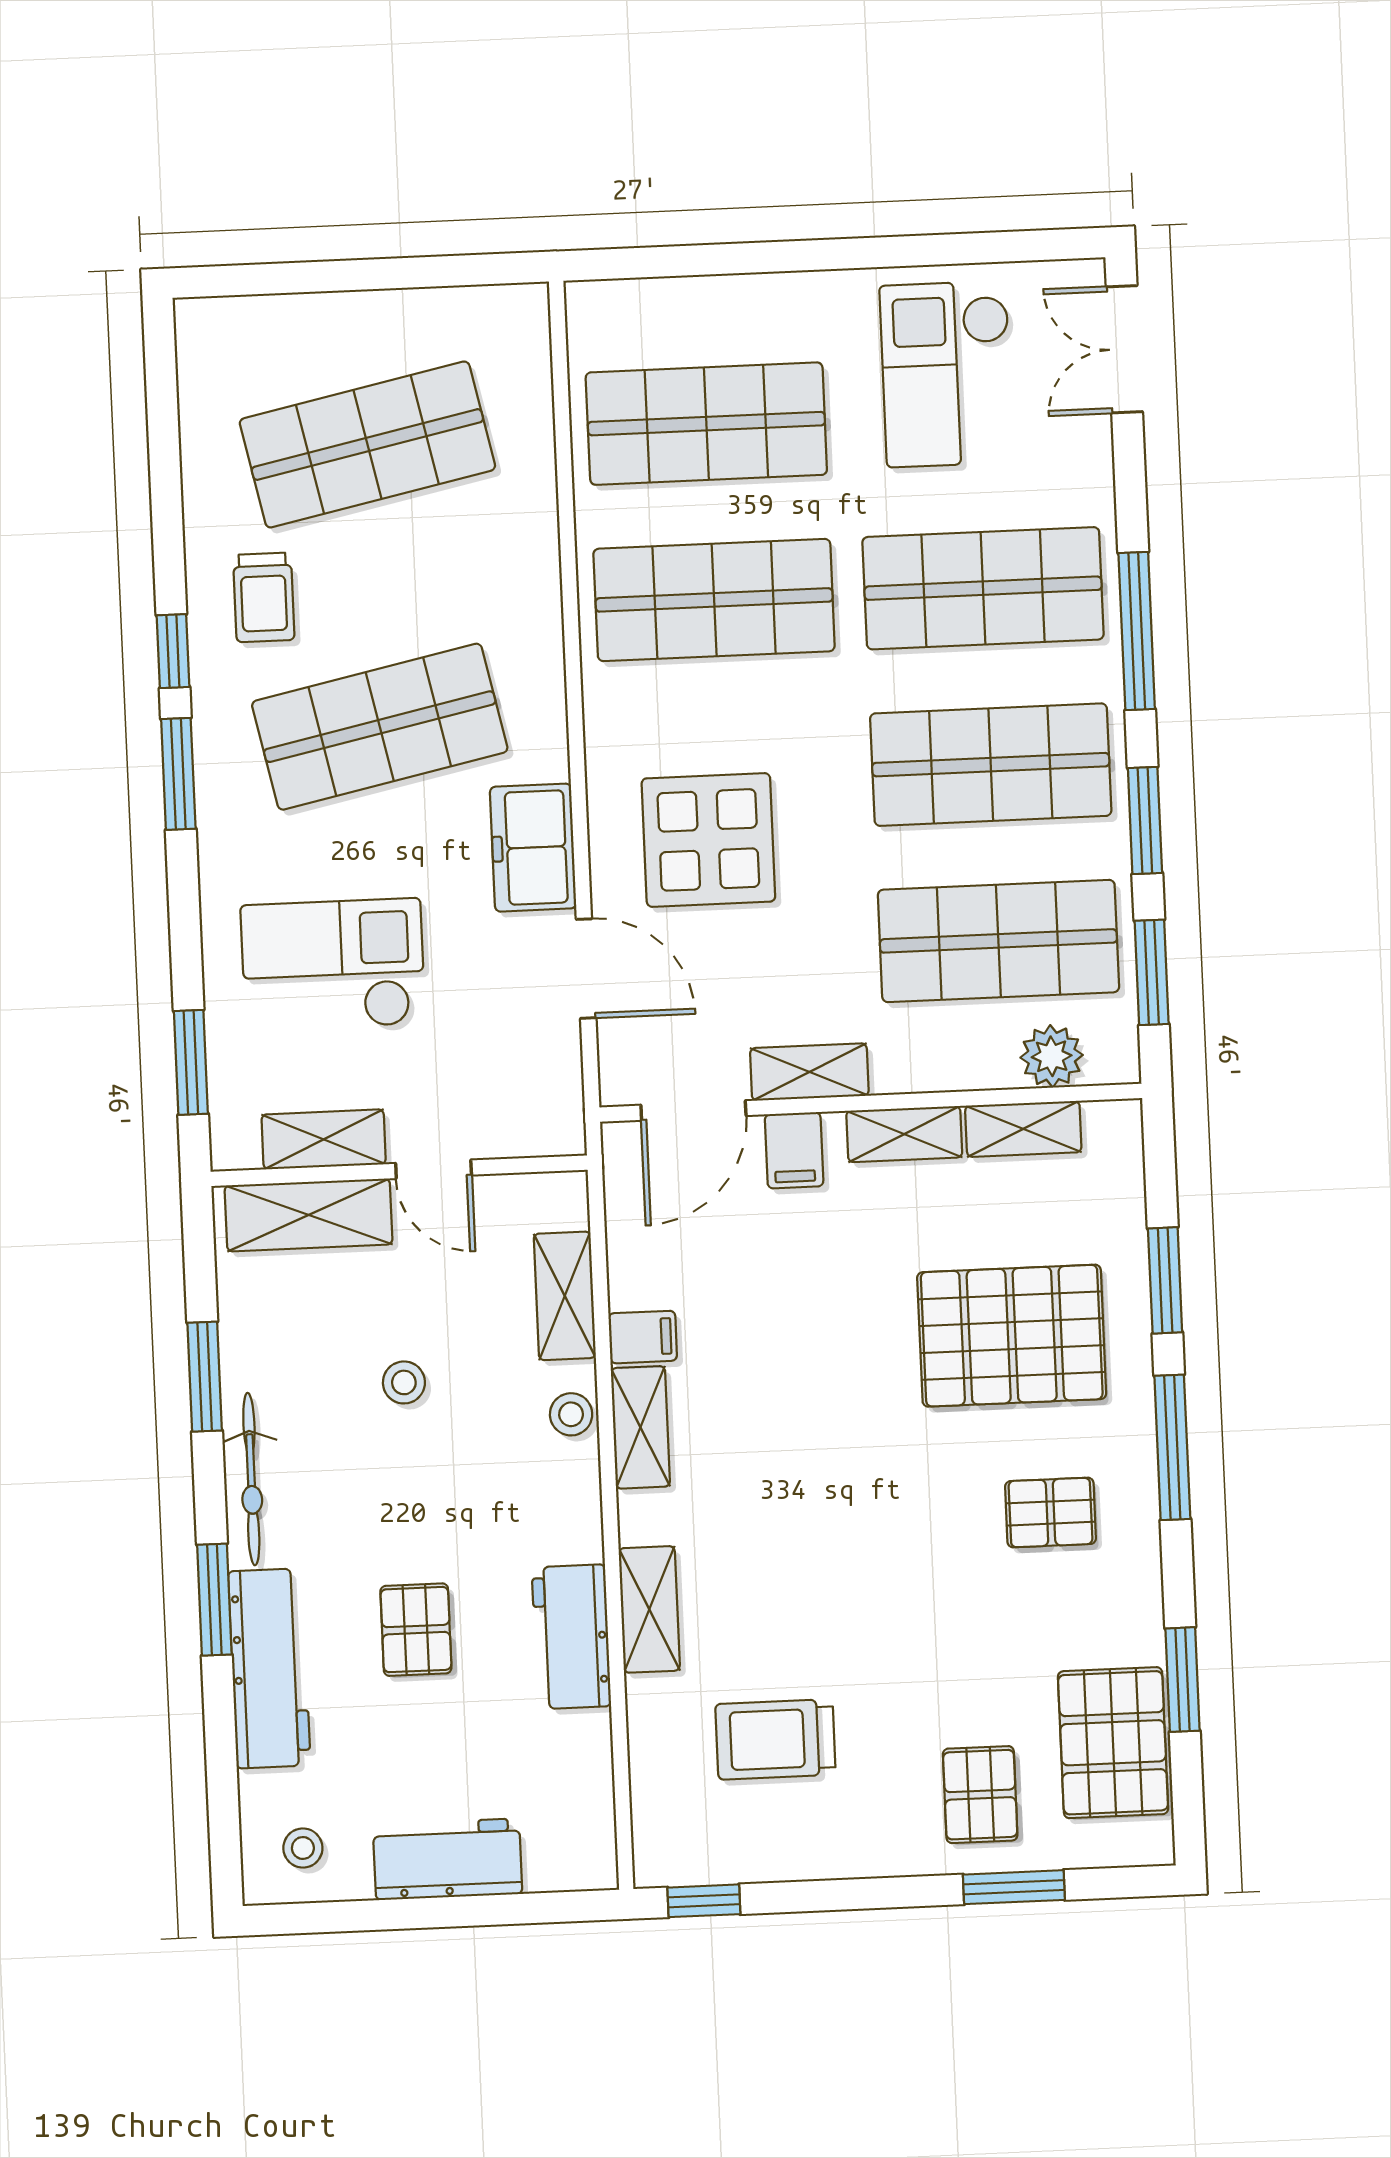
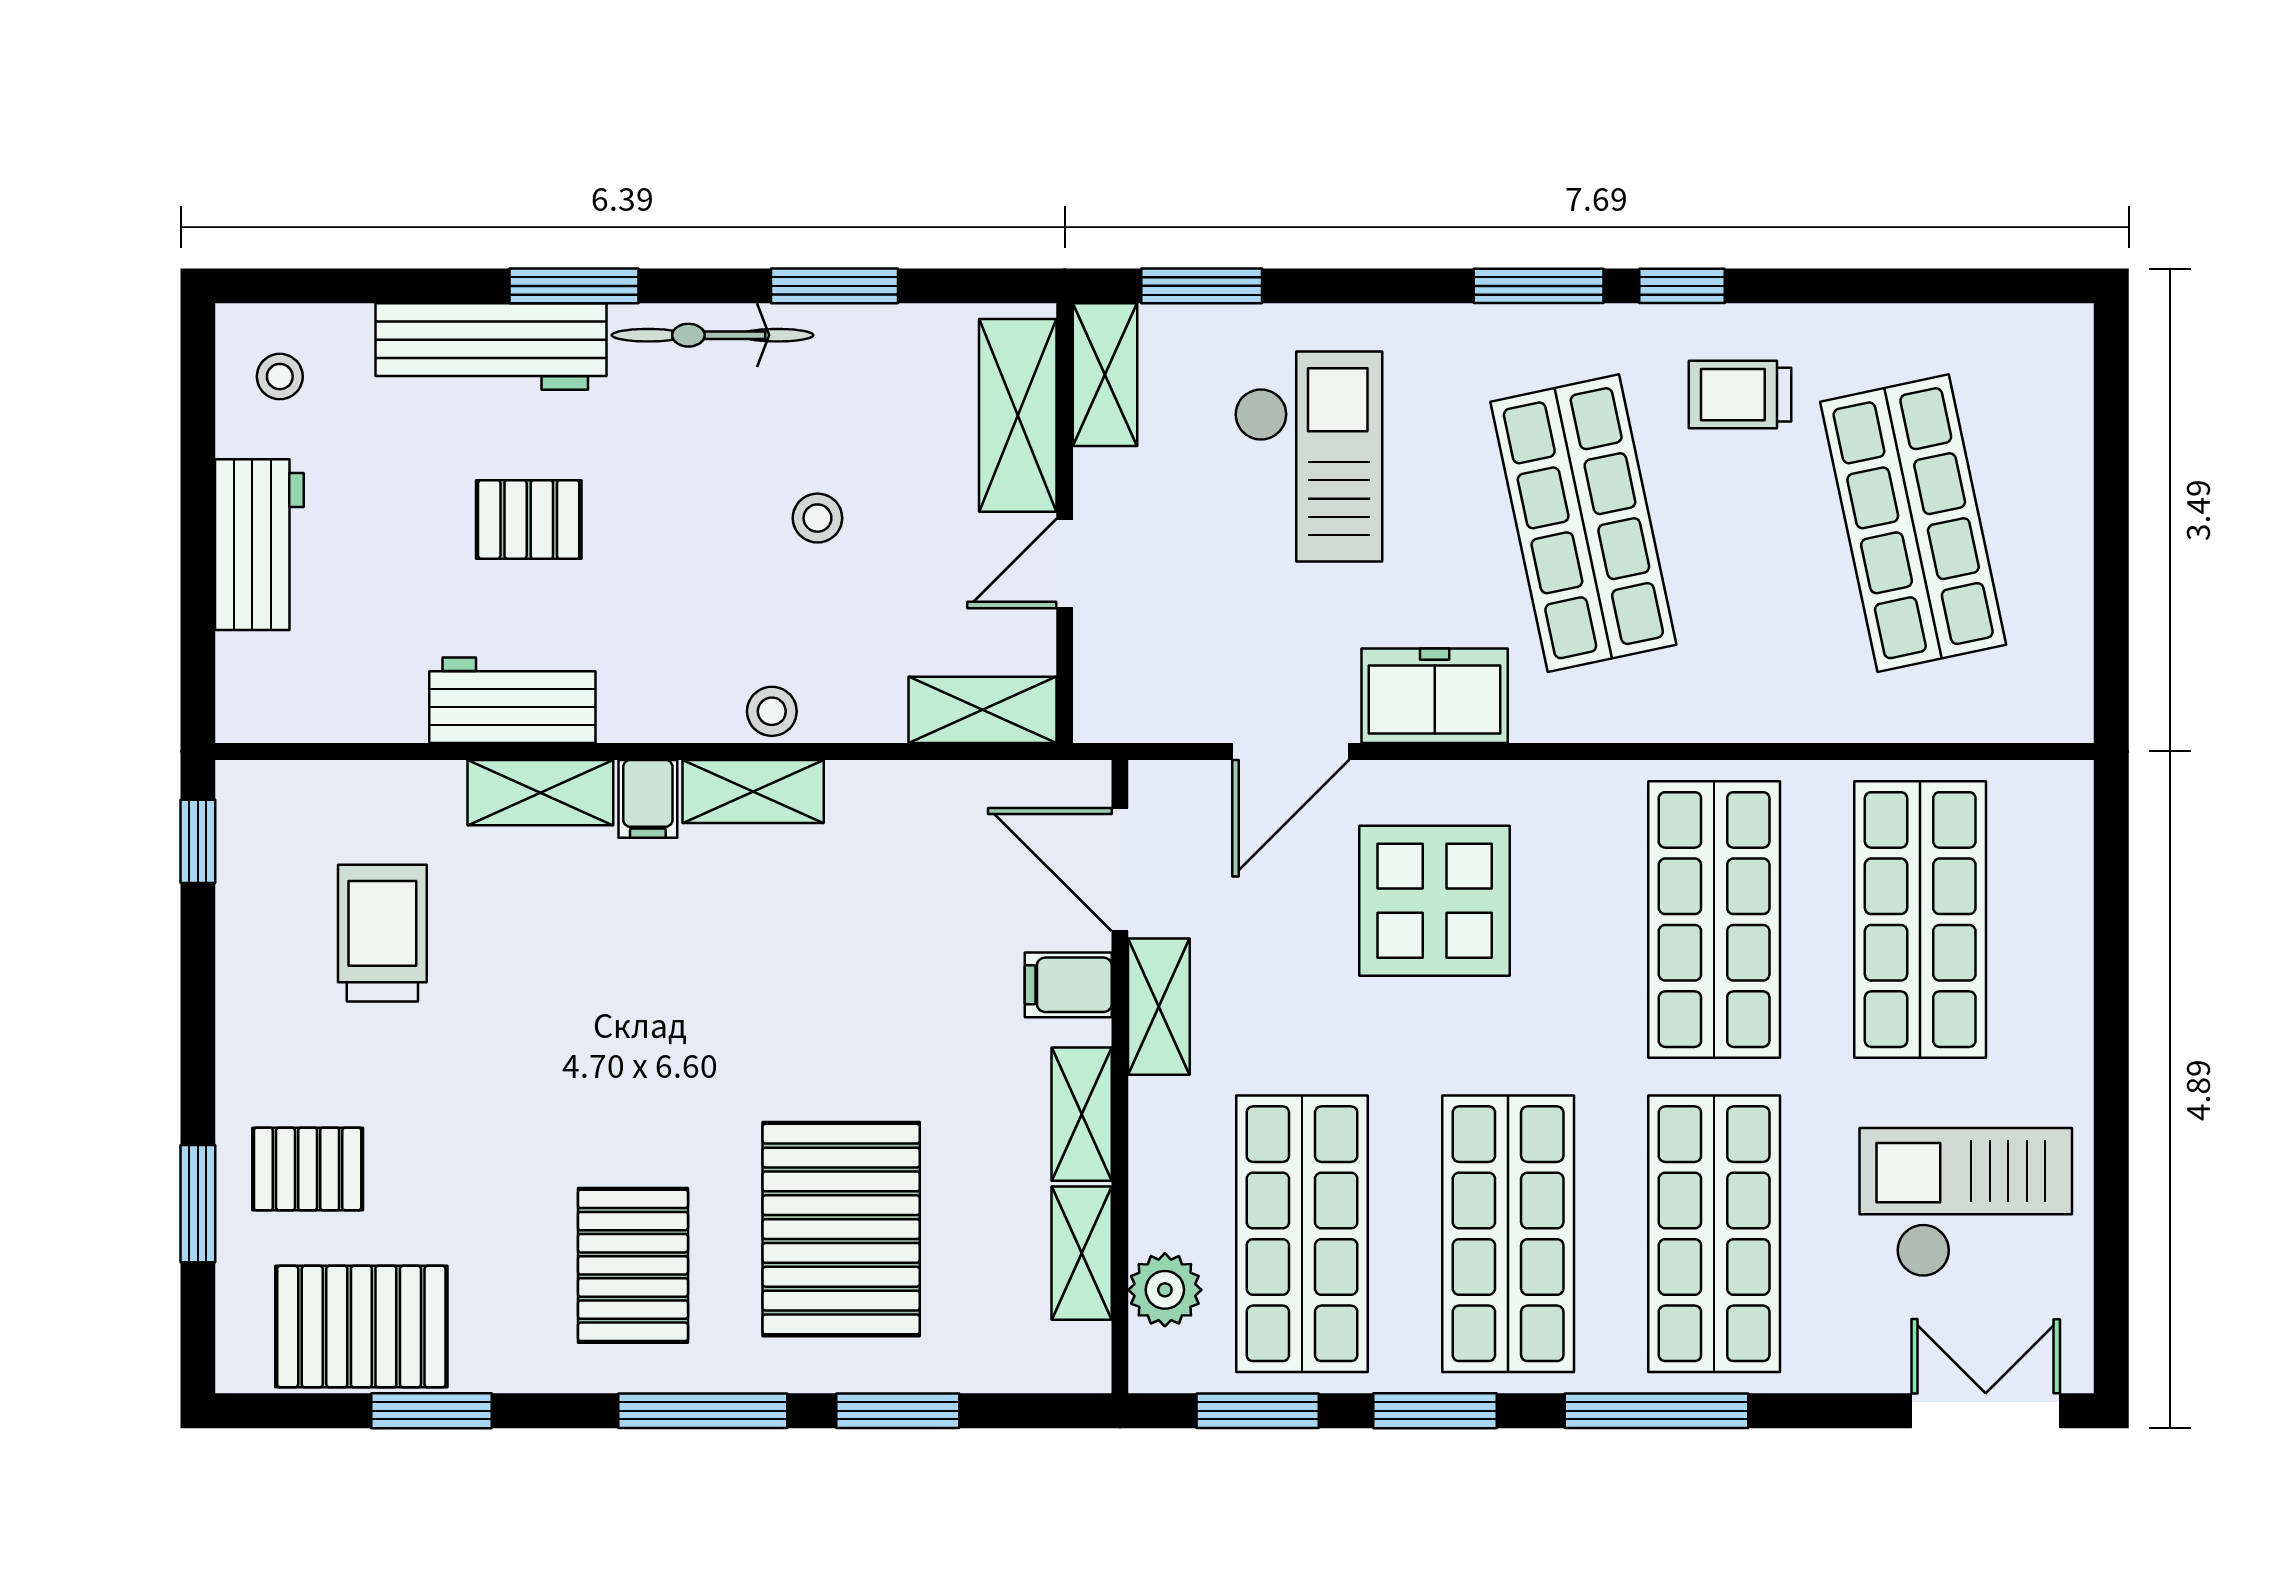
shelving: (324, 1139) -> (1105, 375), moved
shelving: (565, 1296) -> (982, 710), moved
filing cabinet: (643, 1337) -> (648, 799), moved
pallet: (1050, 1513) -> (633, 1265), width x1.50, depth x1.42

